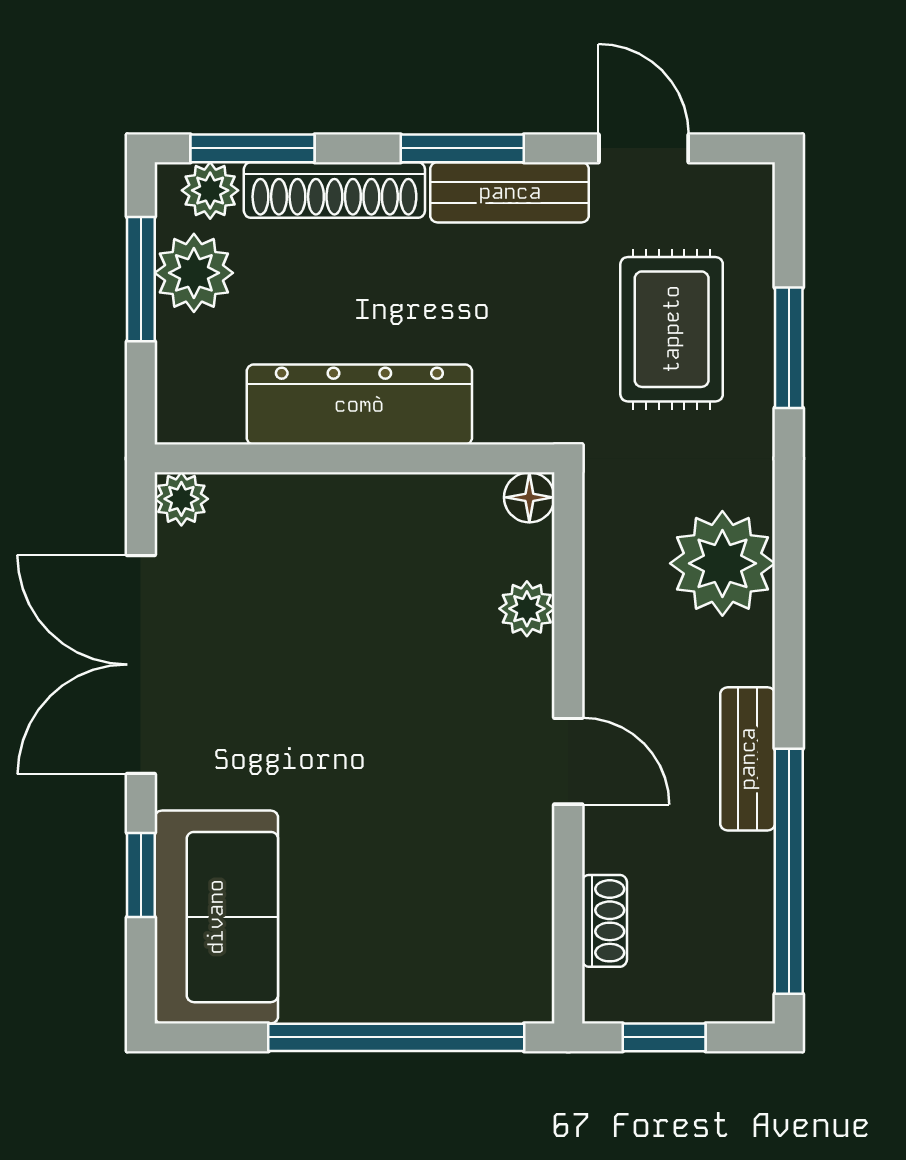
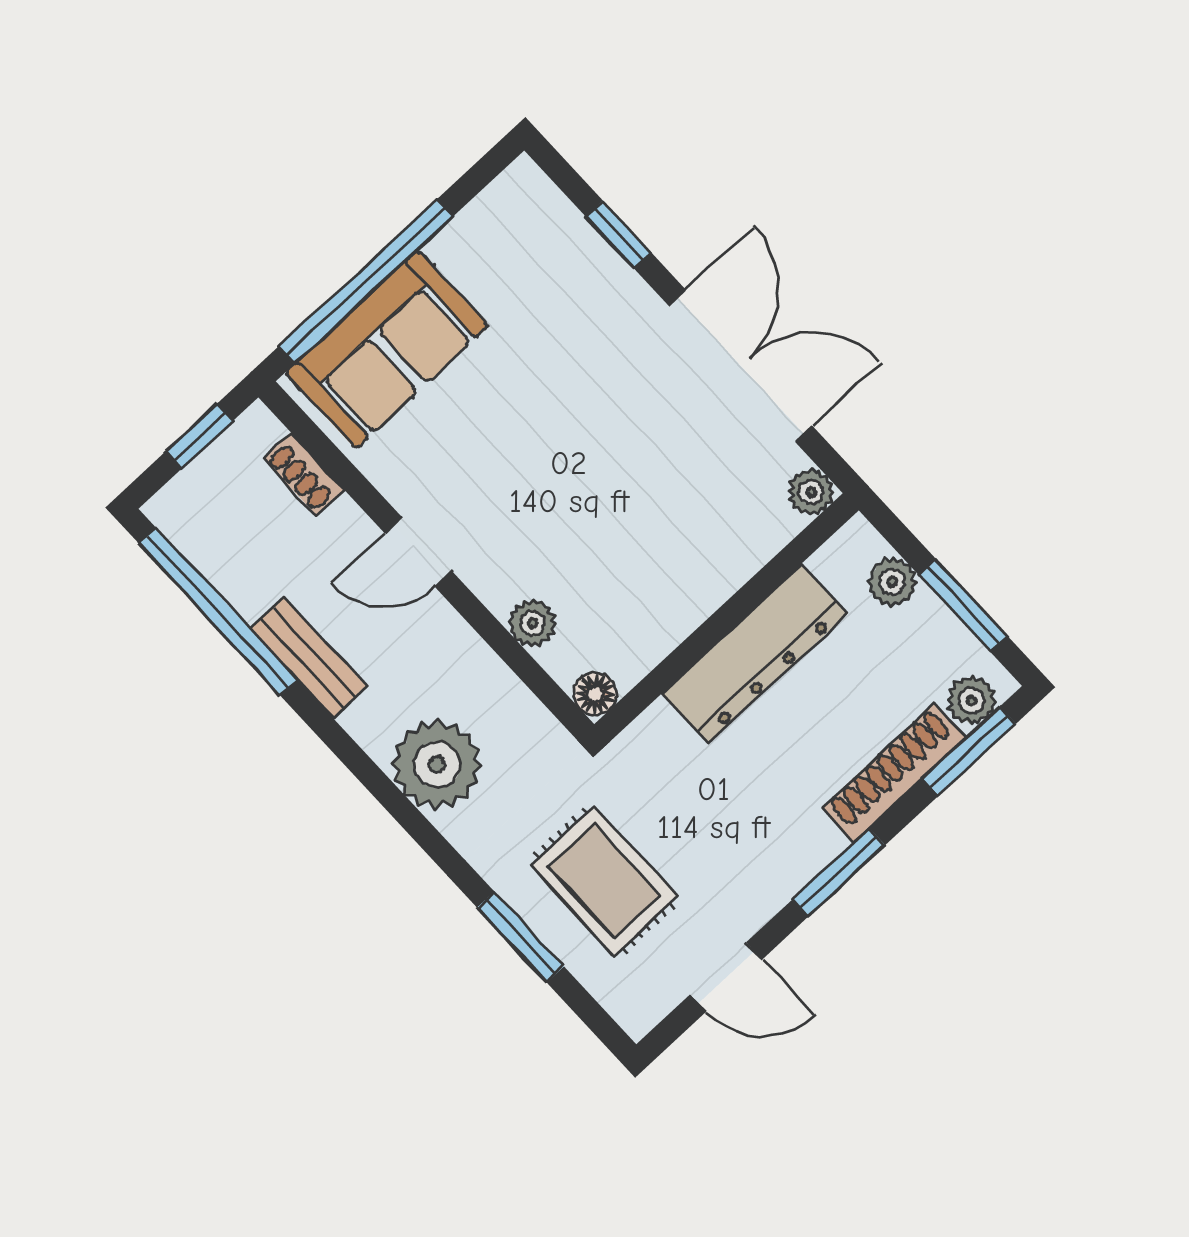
bench: (510, 192) -> (784, 872), removed
plant: (194, 273) -> (892, 582), moved, width x0.73, depth x0.73
sofa: (216, 917) -> (387, 349), moved, turned -90

